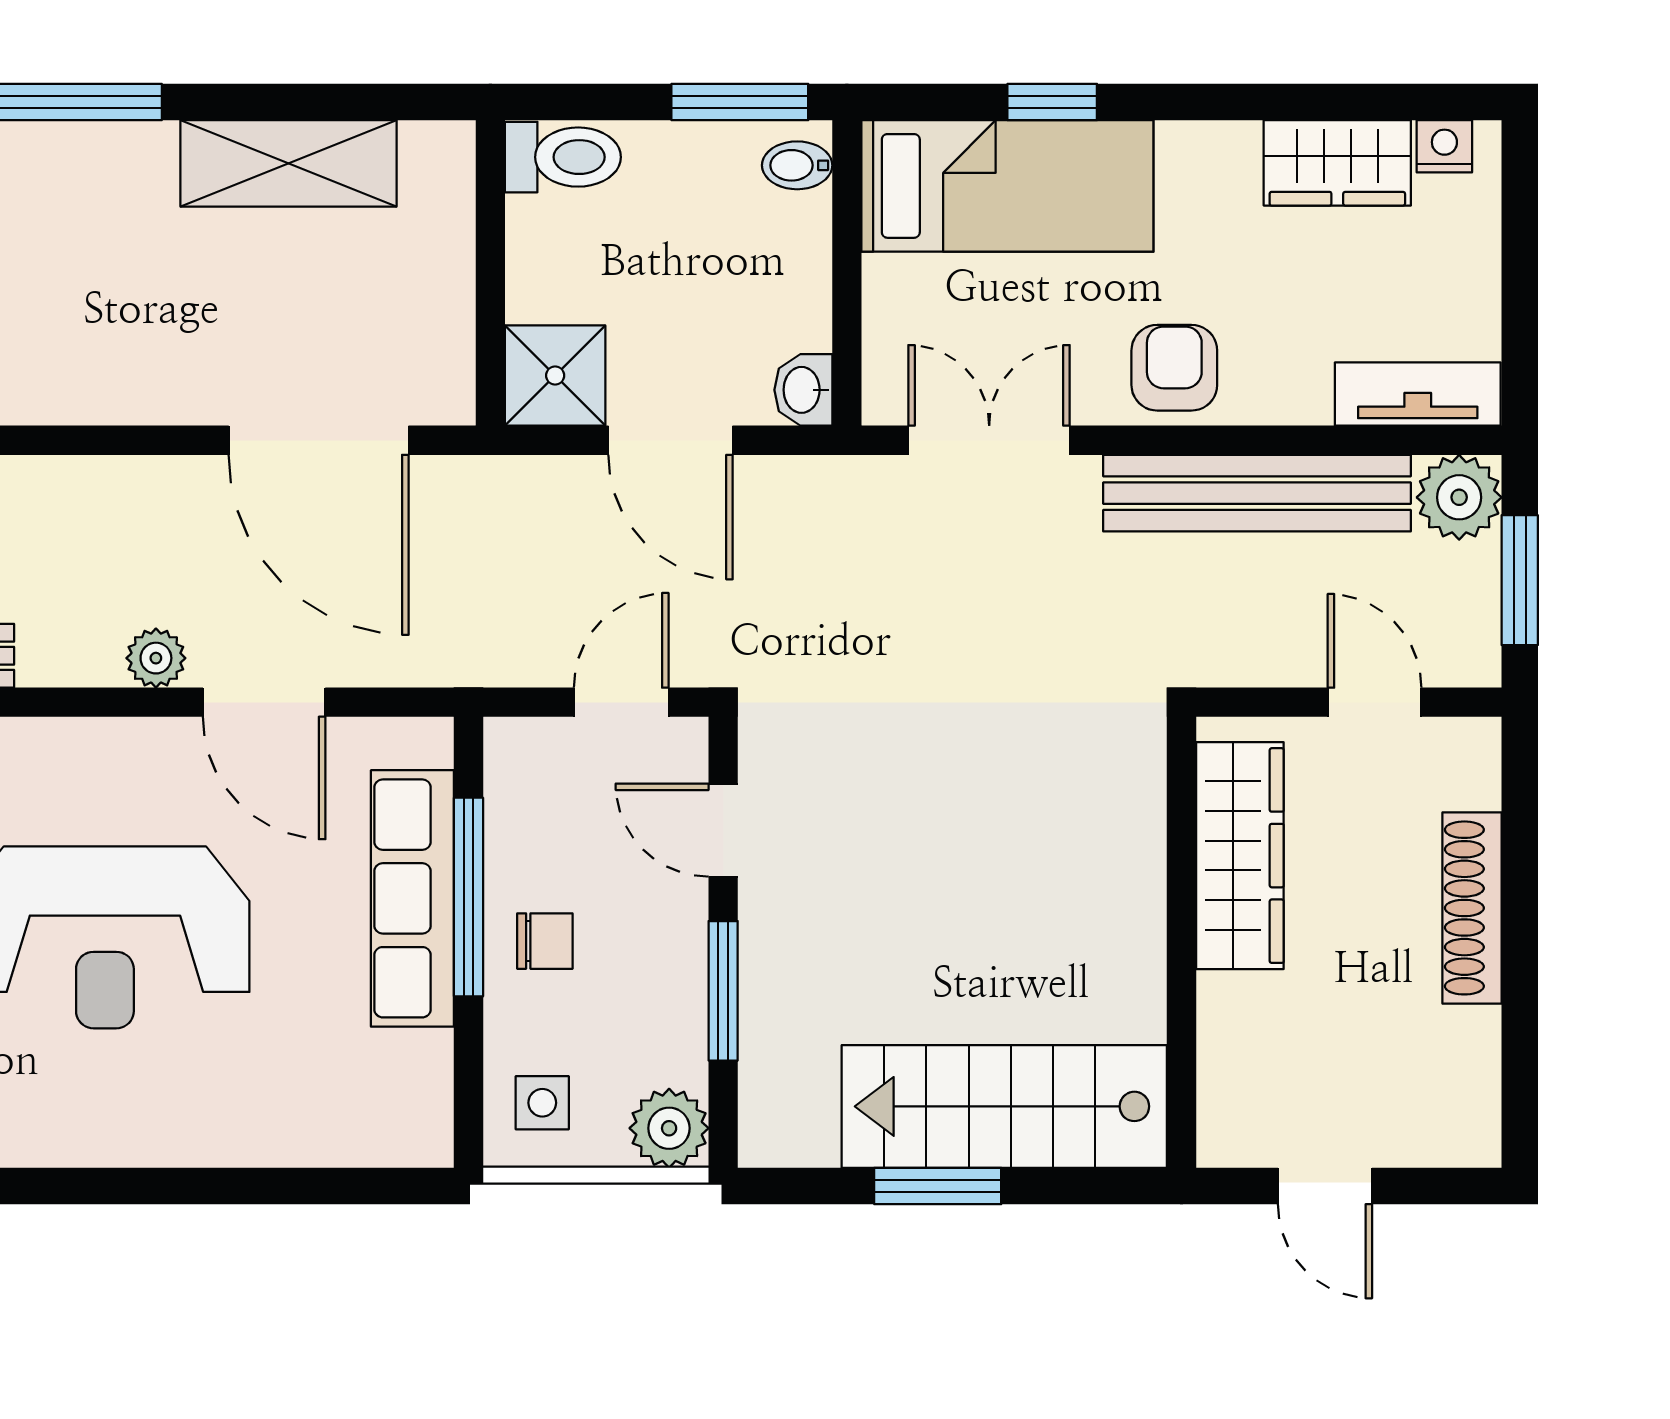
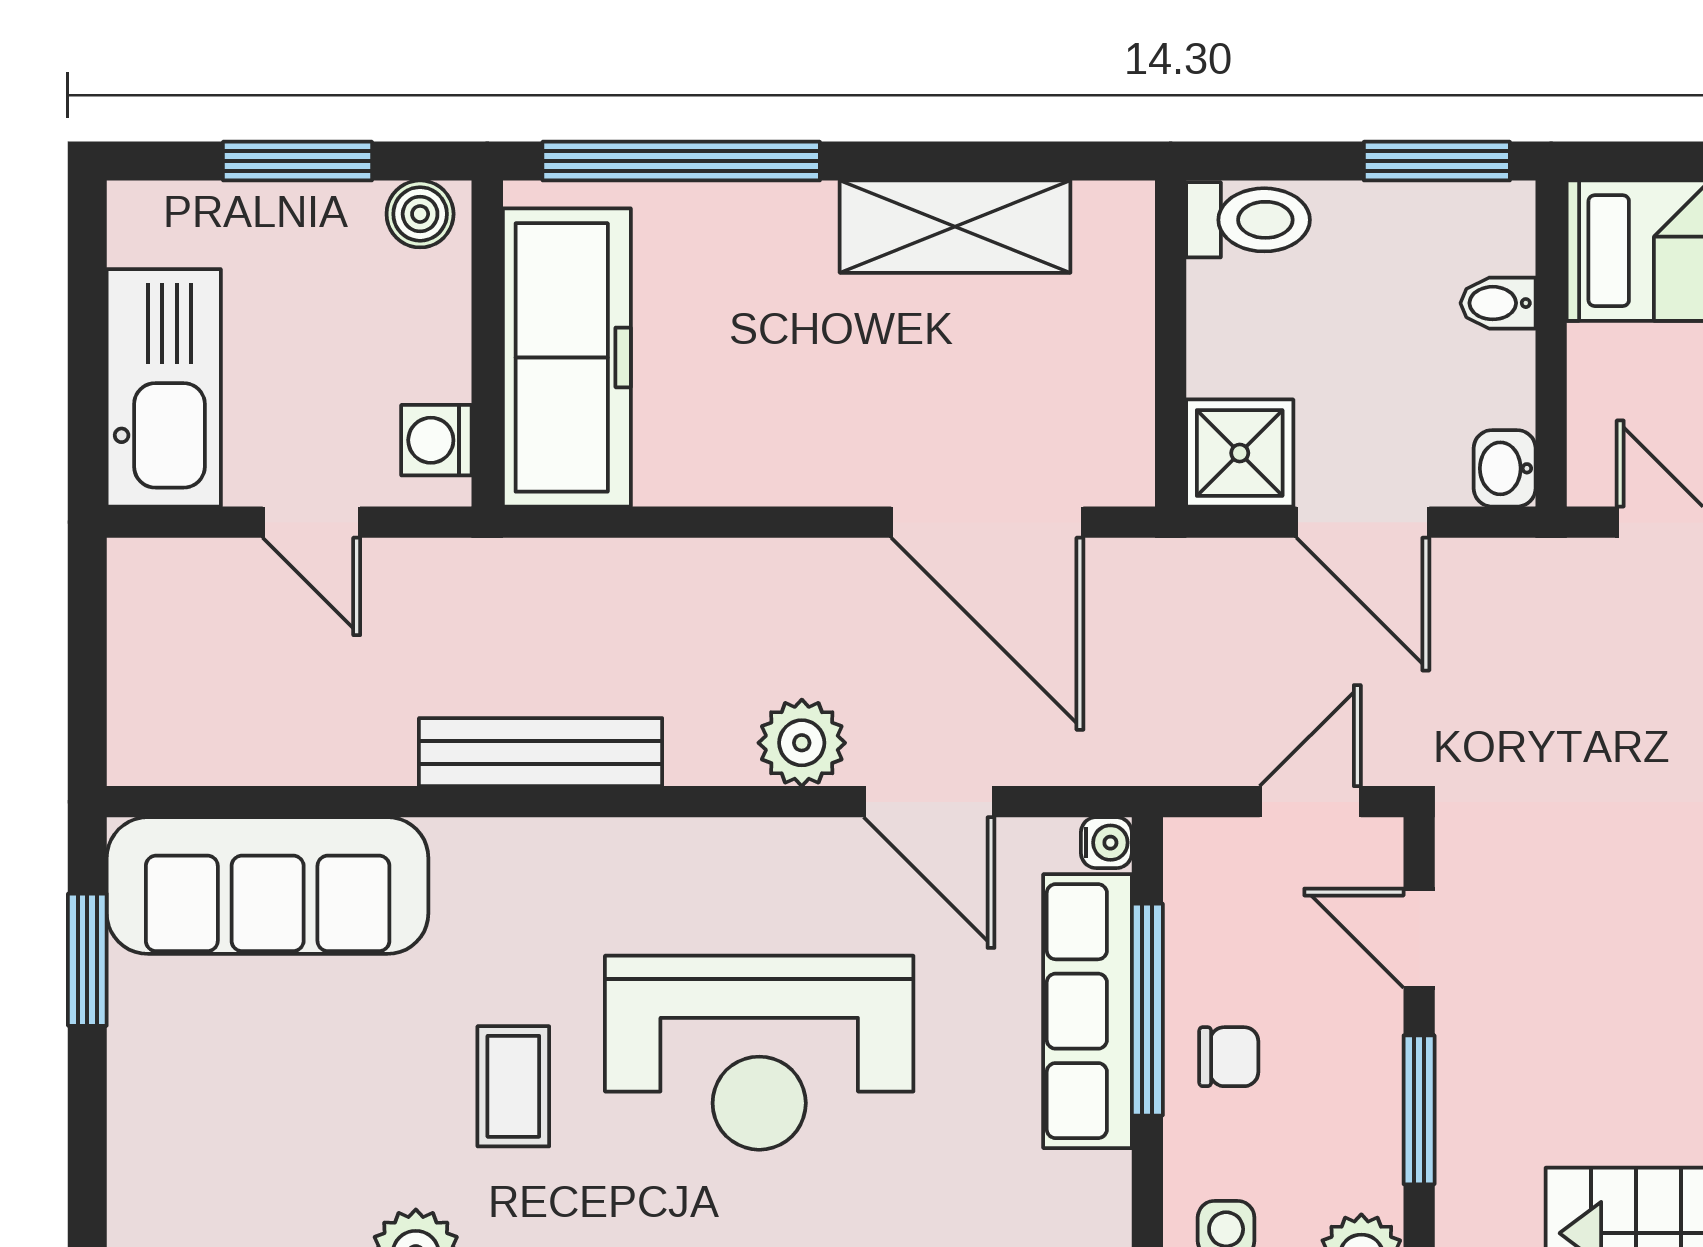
bidet: (797, 165) -> (1498, 303), moved
plant: (156, 658) -> (802, 743), width x1.38, depth x1.38
water cooler: (430, 741) -> (1106, 843), added

